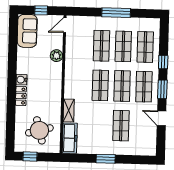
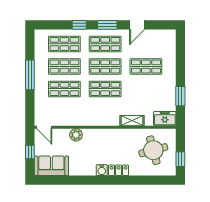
freezer: (70, 138) -> (165, 119), width x0.71
window: (106, 159) -> (180, 96), moved

